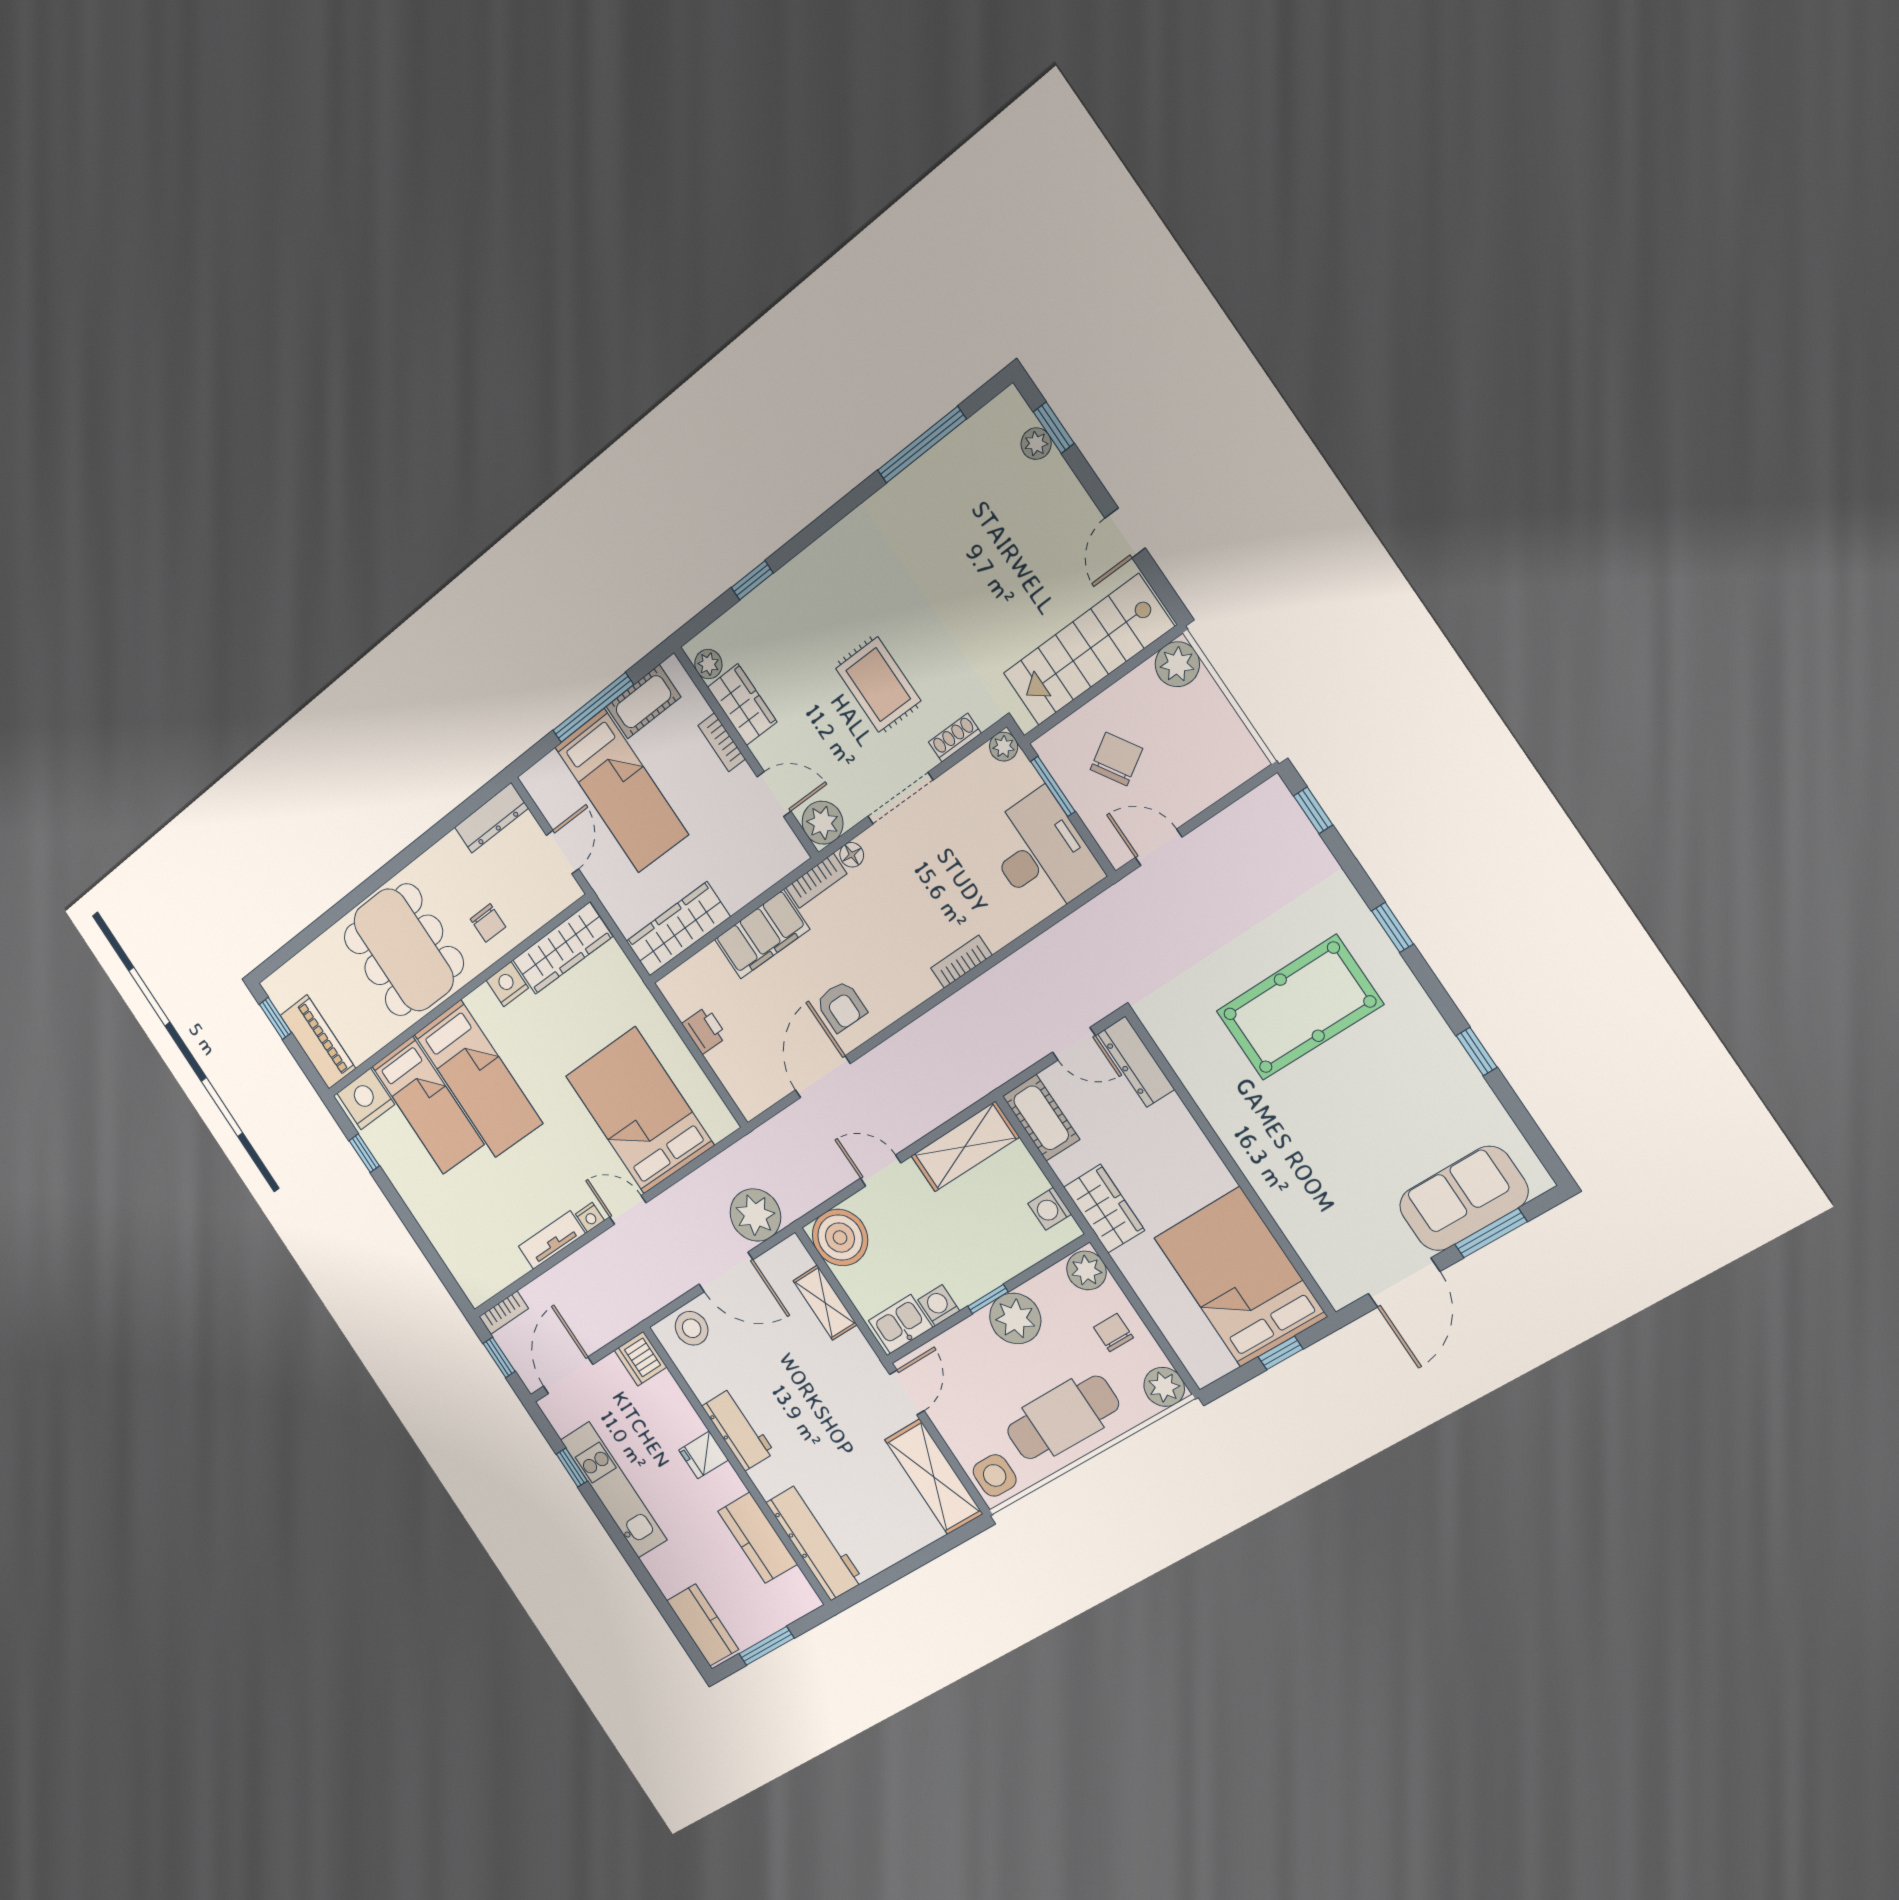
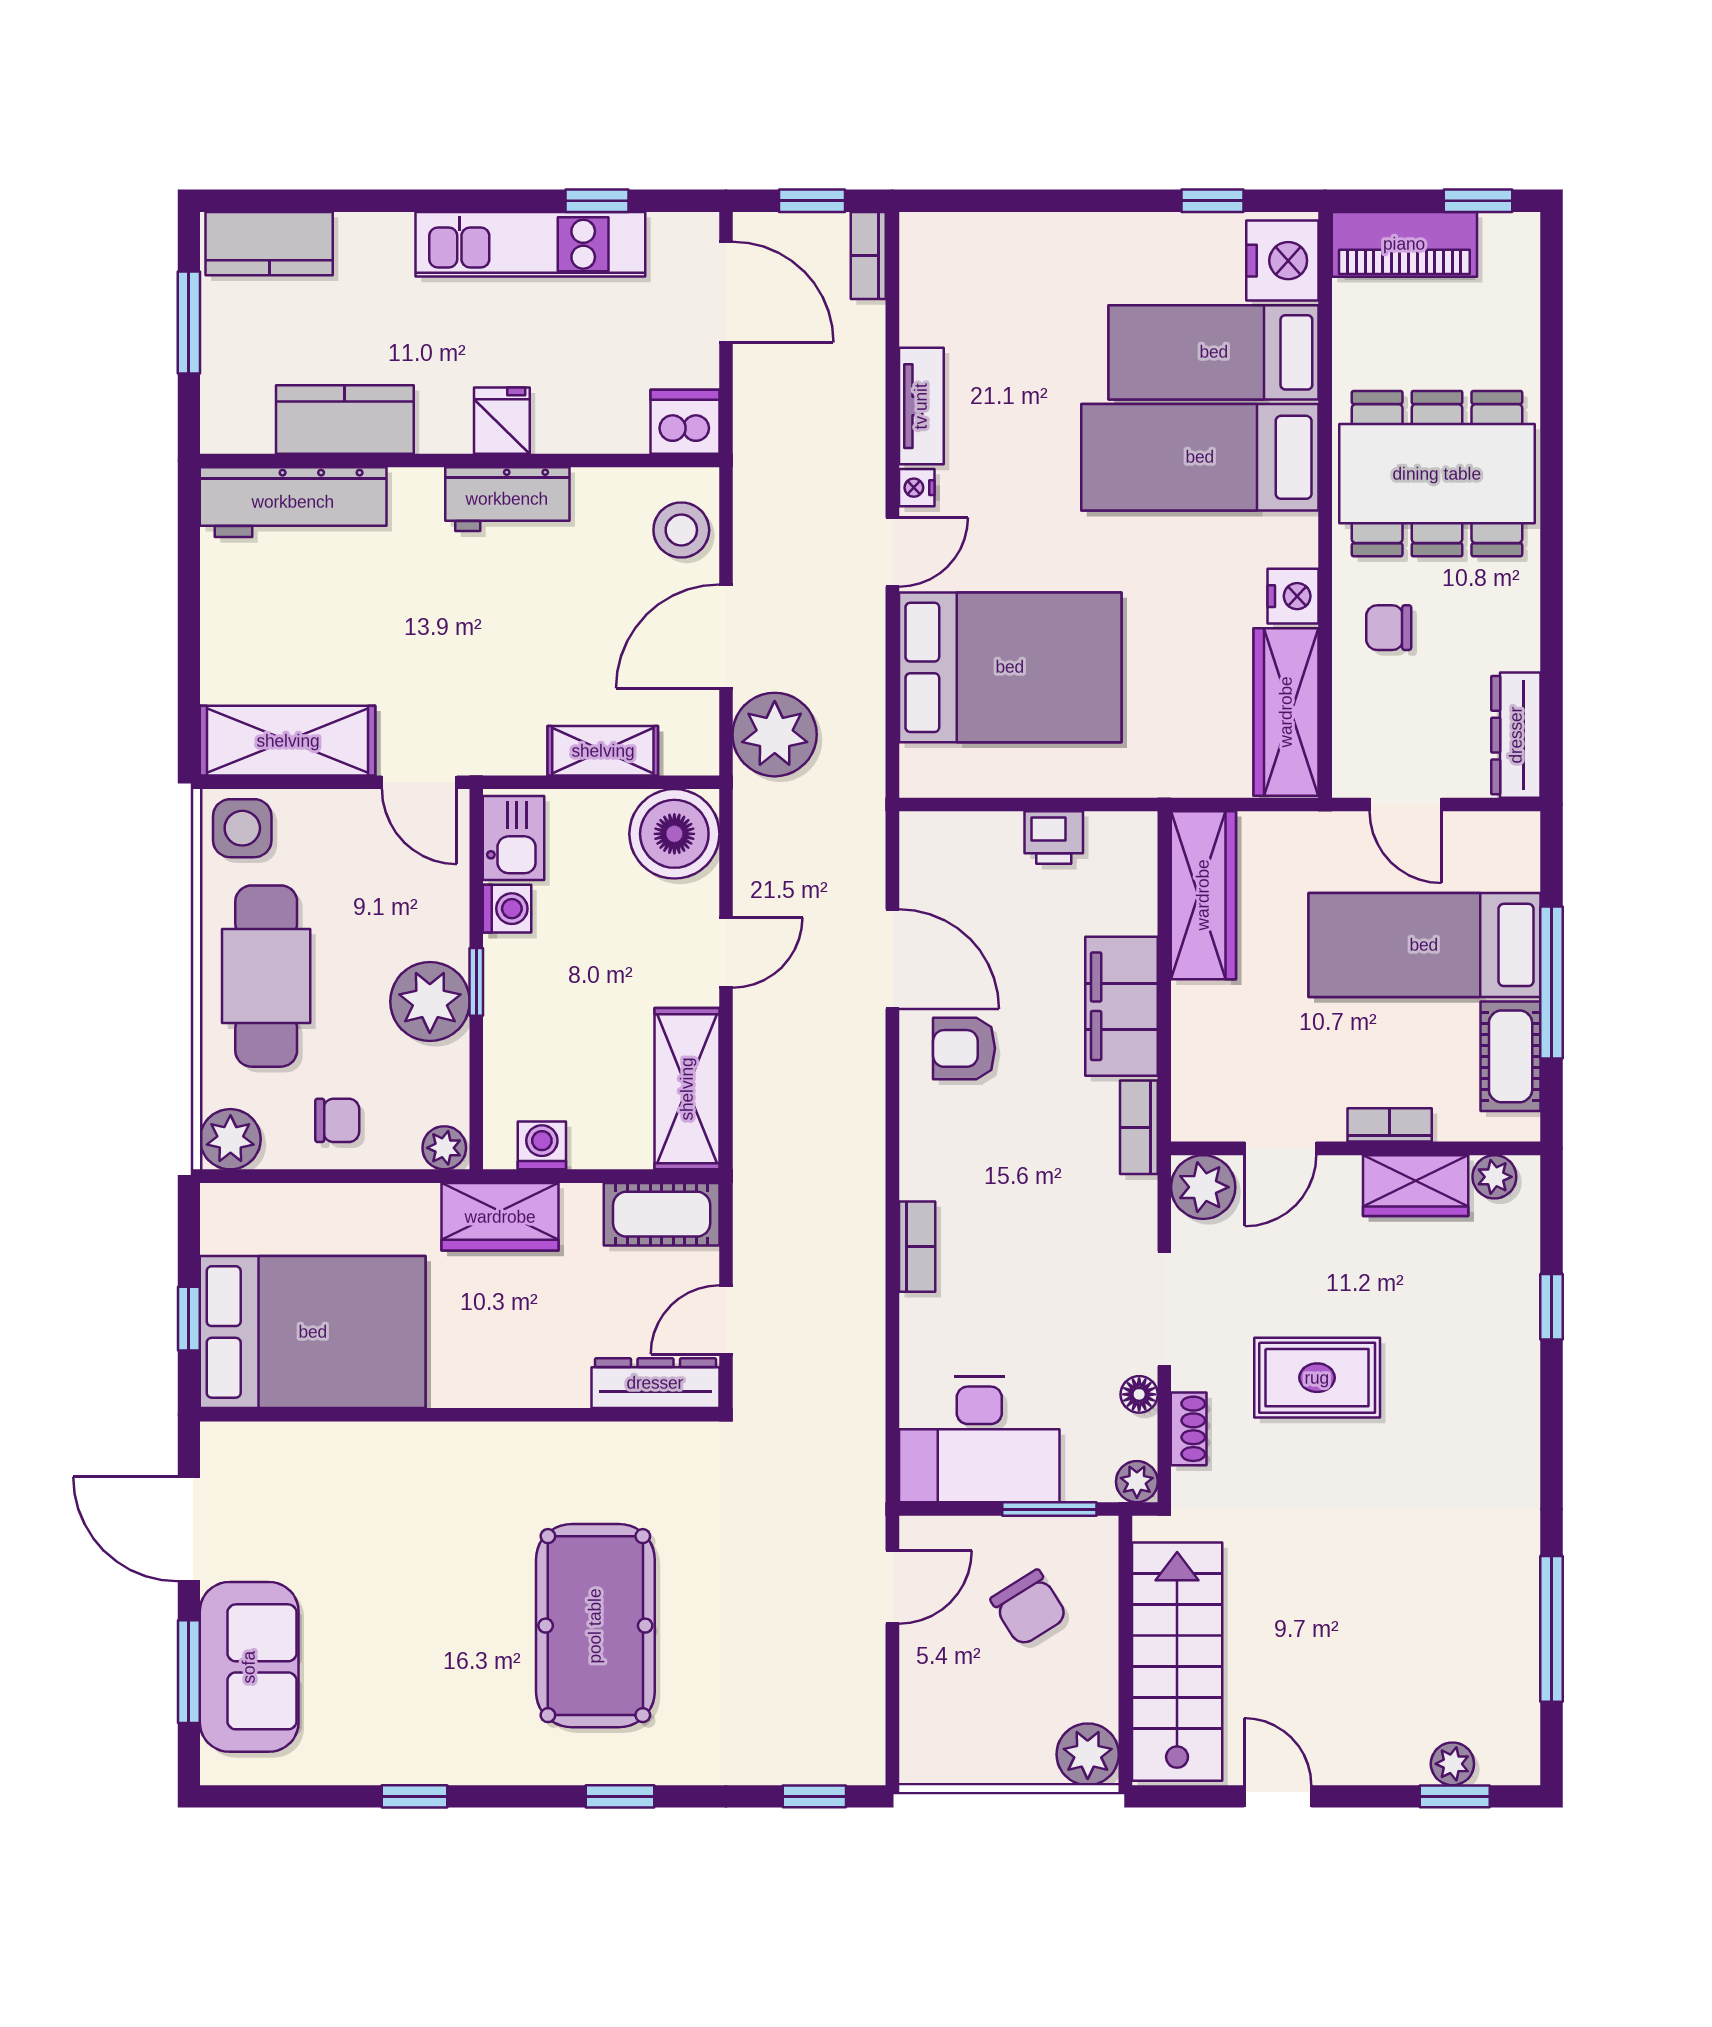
floor lamp: (852, 855) -> (1139, 1394), moved
plant: (1086, 1270) -> (444, 1148), width x0.73, depth x0.73

